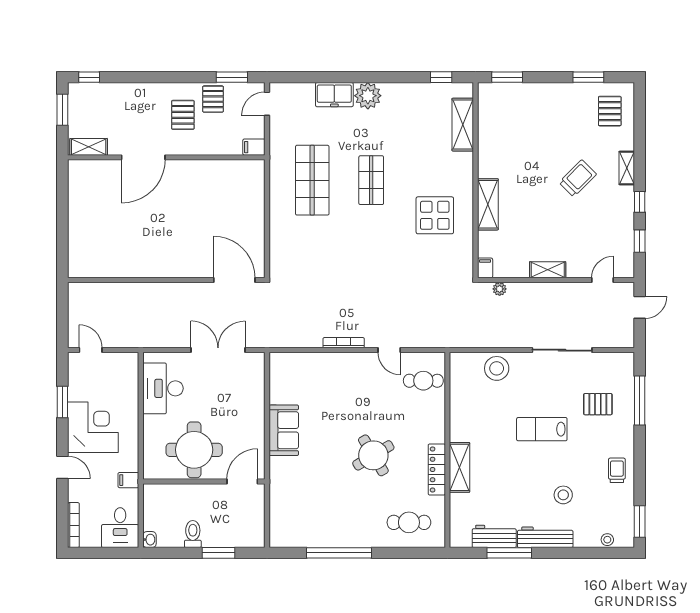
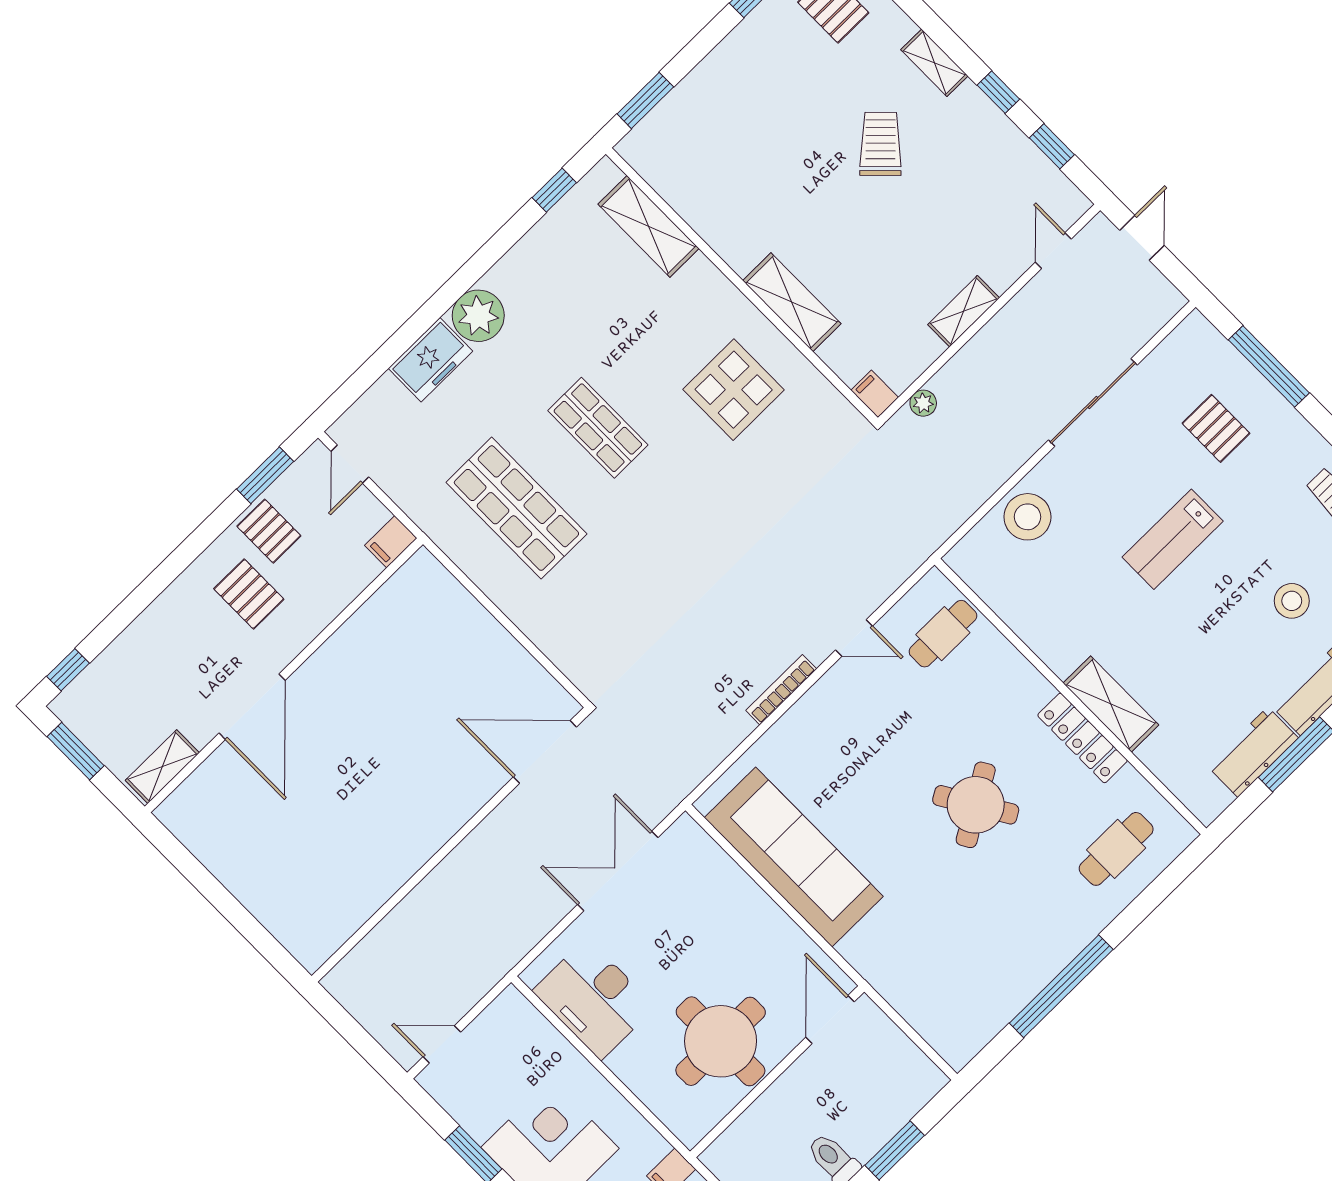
pallet: (598, 404) -> (1216, 428), turned 90
sofa: (284, 430) -> (794, 857), width x1.85, depth x1.27

